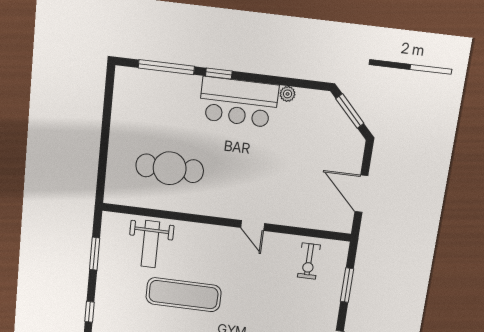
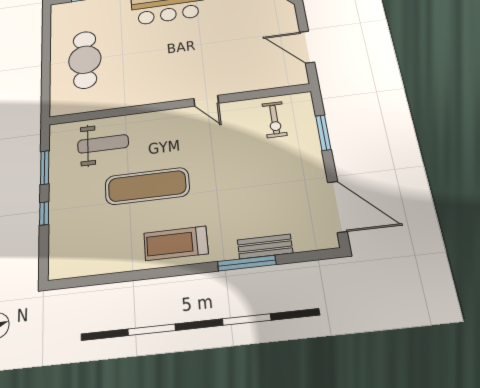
cafe table: (170, 168) -> (85, 60), moved, turned 90
weight bench: (150, 244) -> (103, 144), turned -90
window: (90, 312) -> (44, 213), moved

